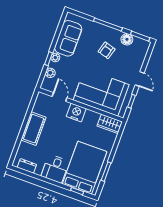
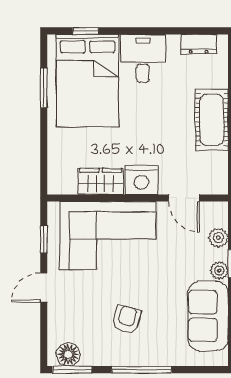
floor lamp: (127, 39) -> (68, 355), moved
door: (140, 79) -> (44, 288), hinge flipped
wardrobe: (110, 124) -> (101, 181), moved

